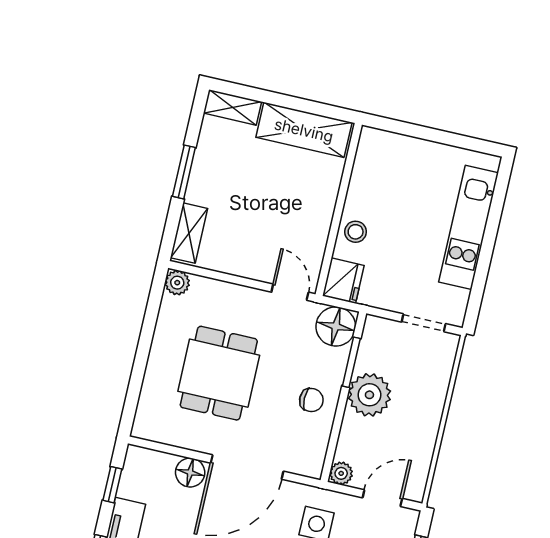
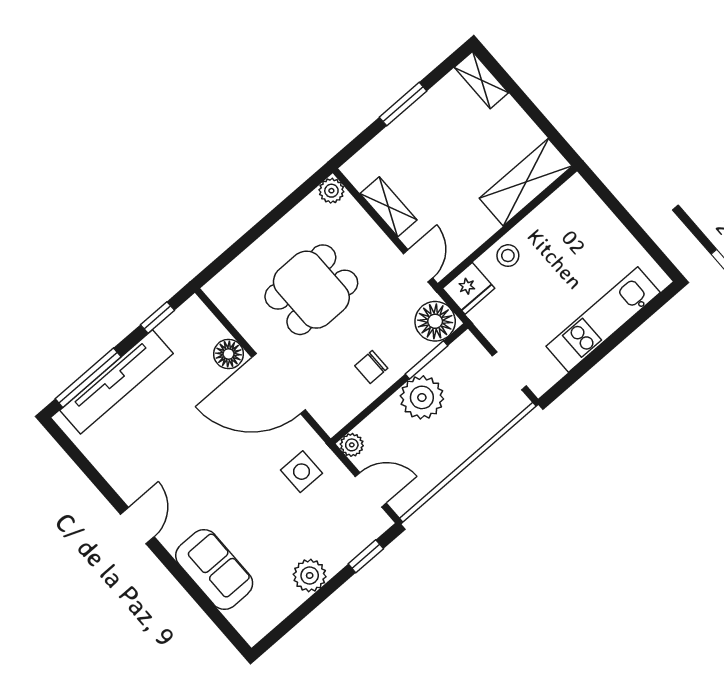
shelving: (304, 130) -> (526, 182), moved, turned 90
shelving: (189, 233) -> (389, 207), moved, turned 90
chair: (311, 400) -> (371, 367), turned 90

